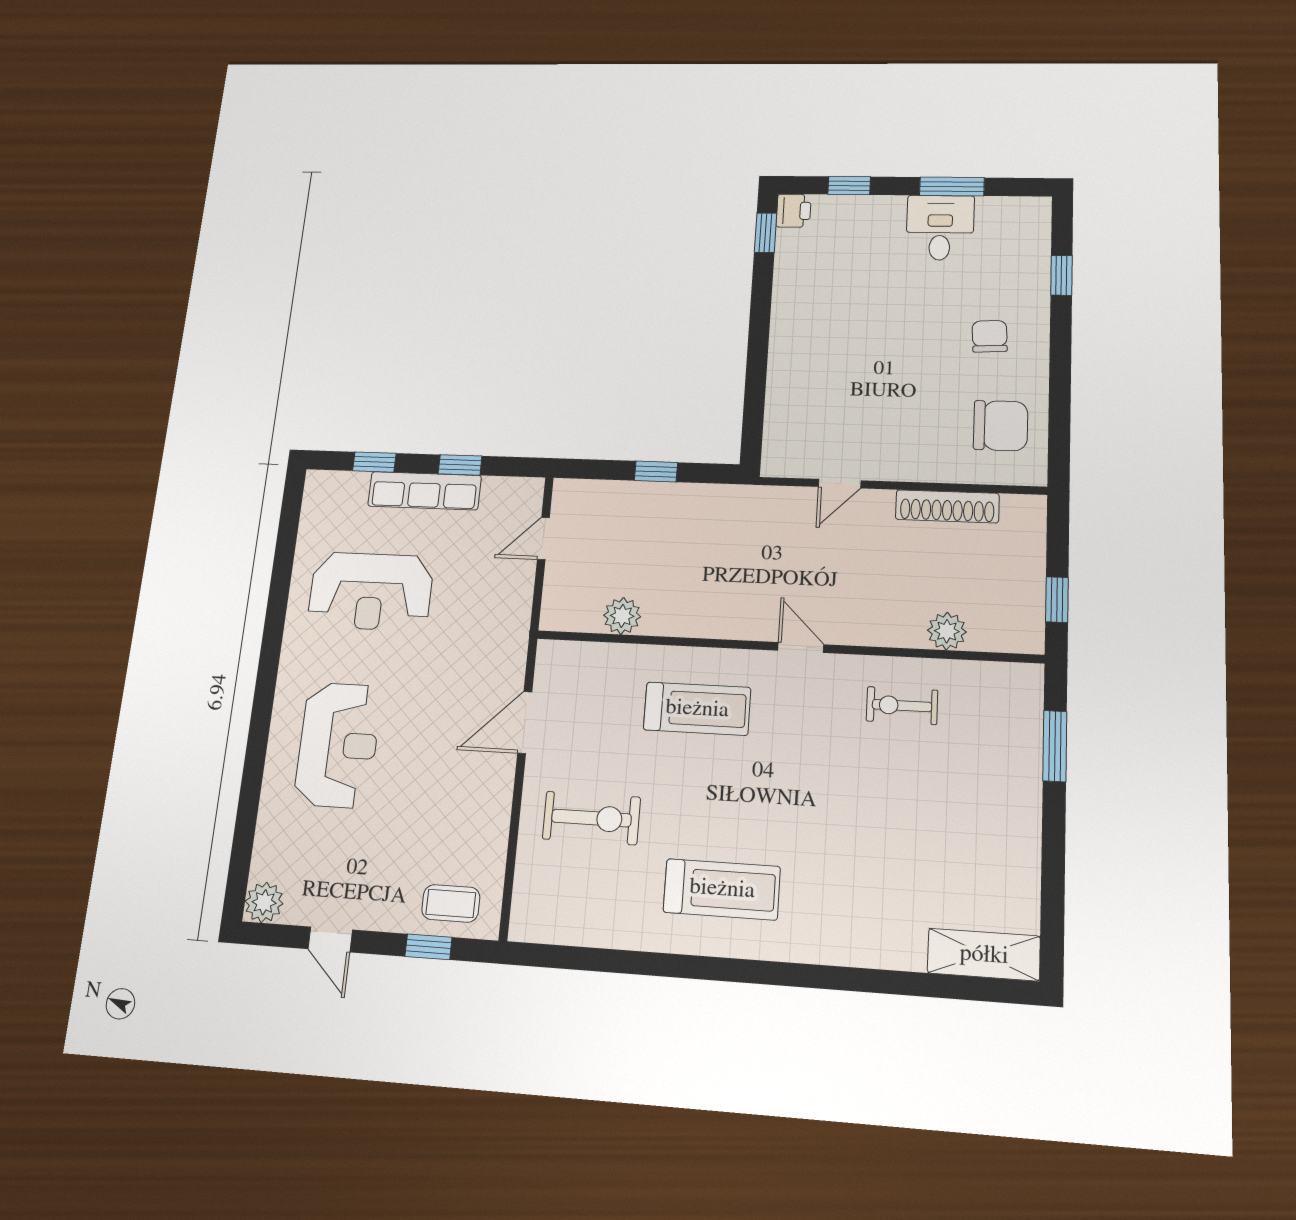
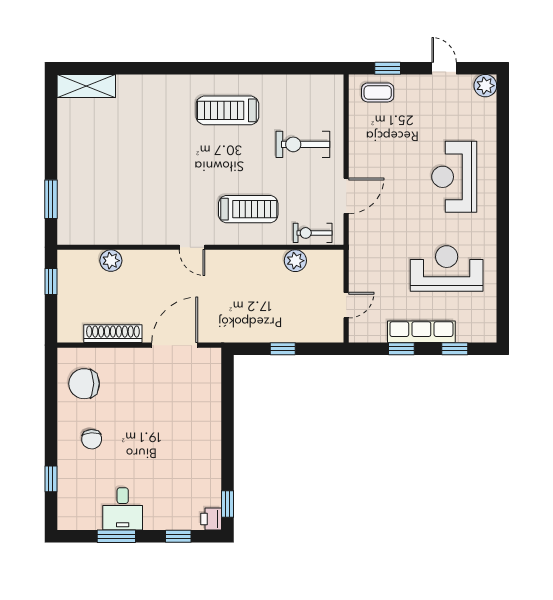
door: (840, 484) -> (175, 345), width x1.87
exercise bike: (902, 706) -> (313, 233), moved, turned 180
treadmill: (697, 709) -> (248, 209), turned 180

